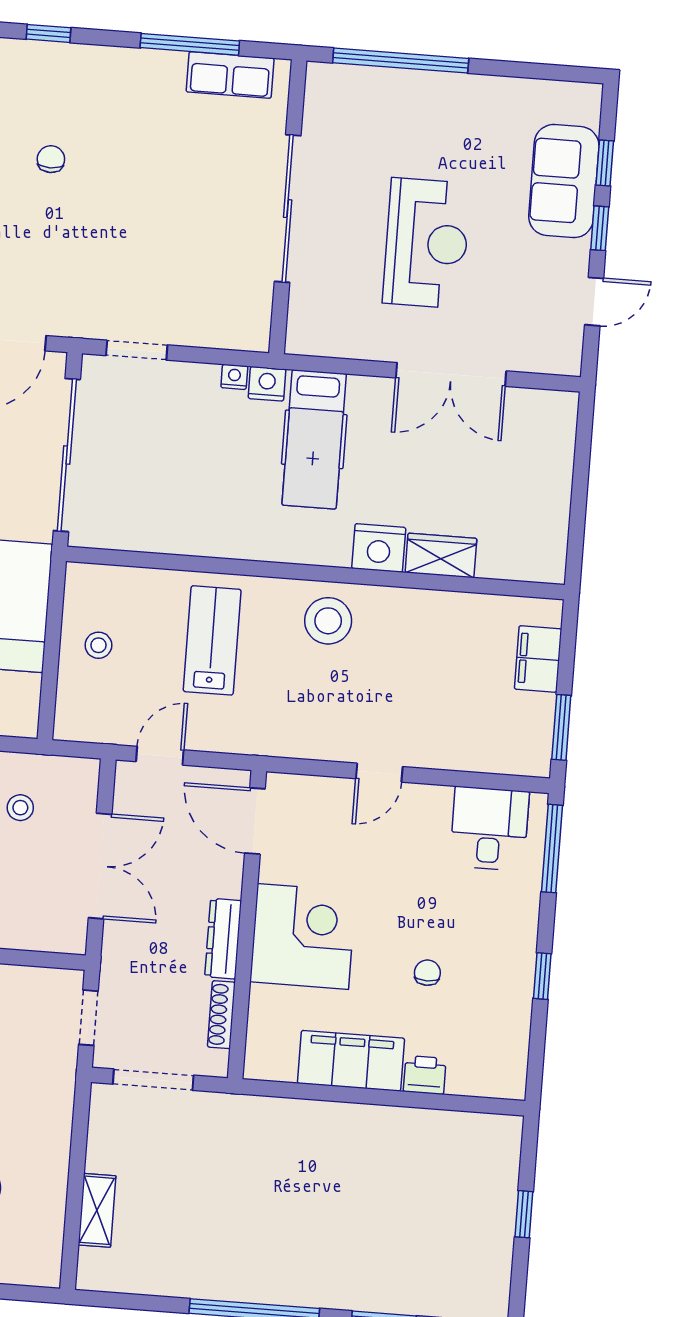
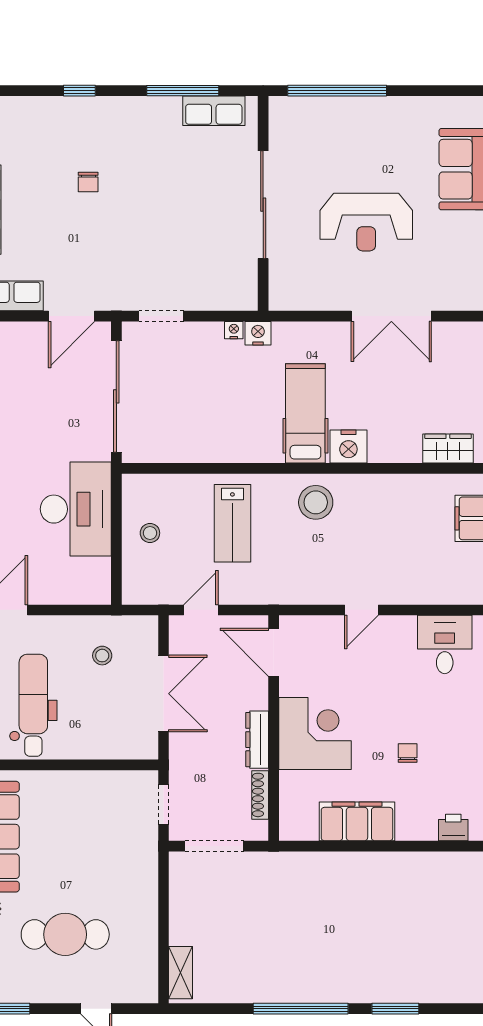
chair: (51, 159) -> (88, 182), turned 180
reception desk: (427, 243) -> (366, 222), turned 90
hospital bed: (314, 439) -> (305, 413), moved, turned 180
wardrobe: (441, 555) -> (448, 449), moved
lab bench: (212, 640) -> (232, 523), turned 180
printer: (425, 1075) -> (453, 827), moved
shelving: (97, 1210) -> (181, 973), moved

